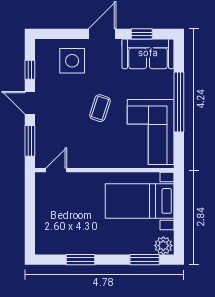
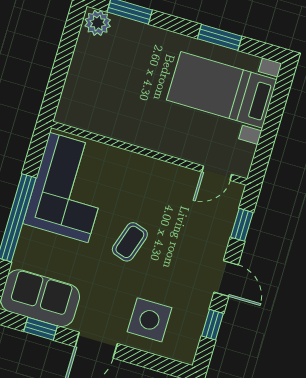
window: (30, 141) -> (242, 225), width x0.67
bed with nightstands: (140, 201) -> (222, 90), moved, turned 180

